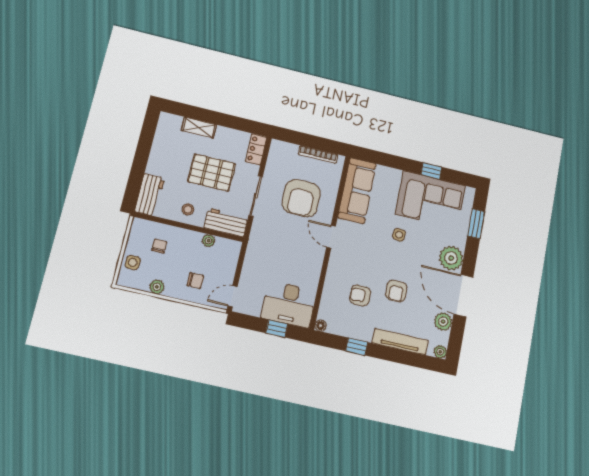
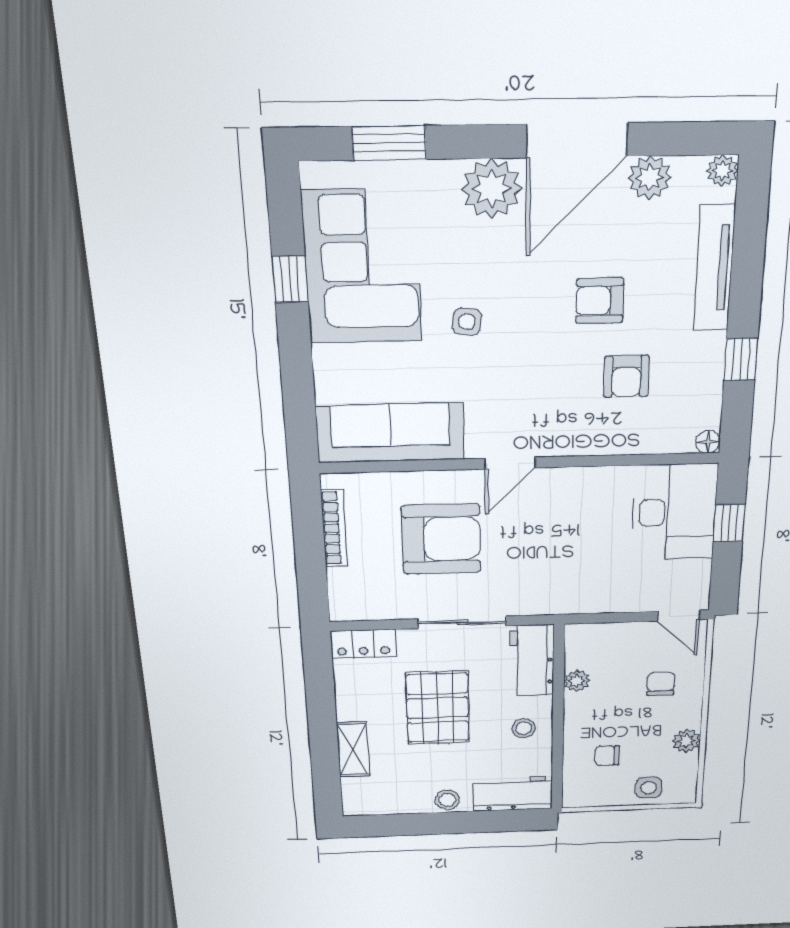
stool: (155, 163) -> (447, 800), added
armchair: (396, 291) -> (600, 301), turned 180

